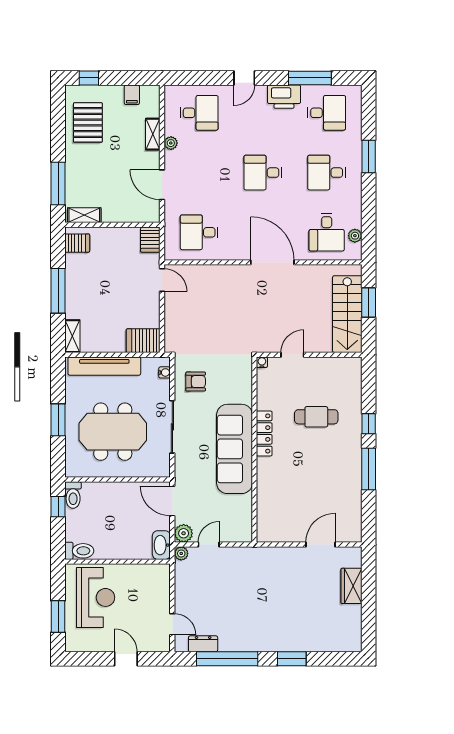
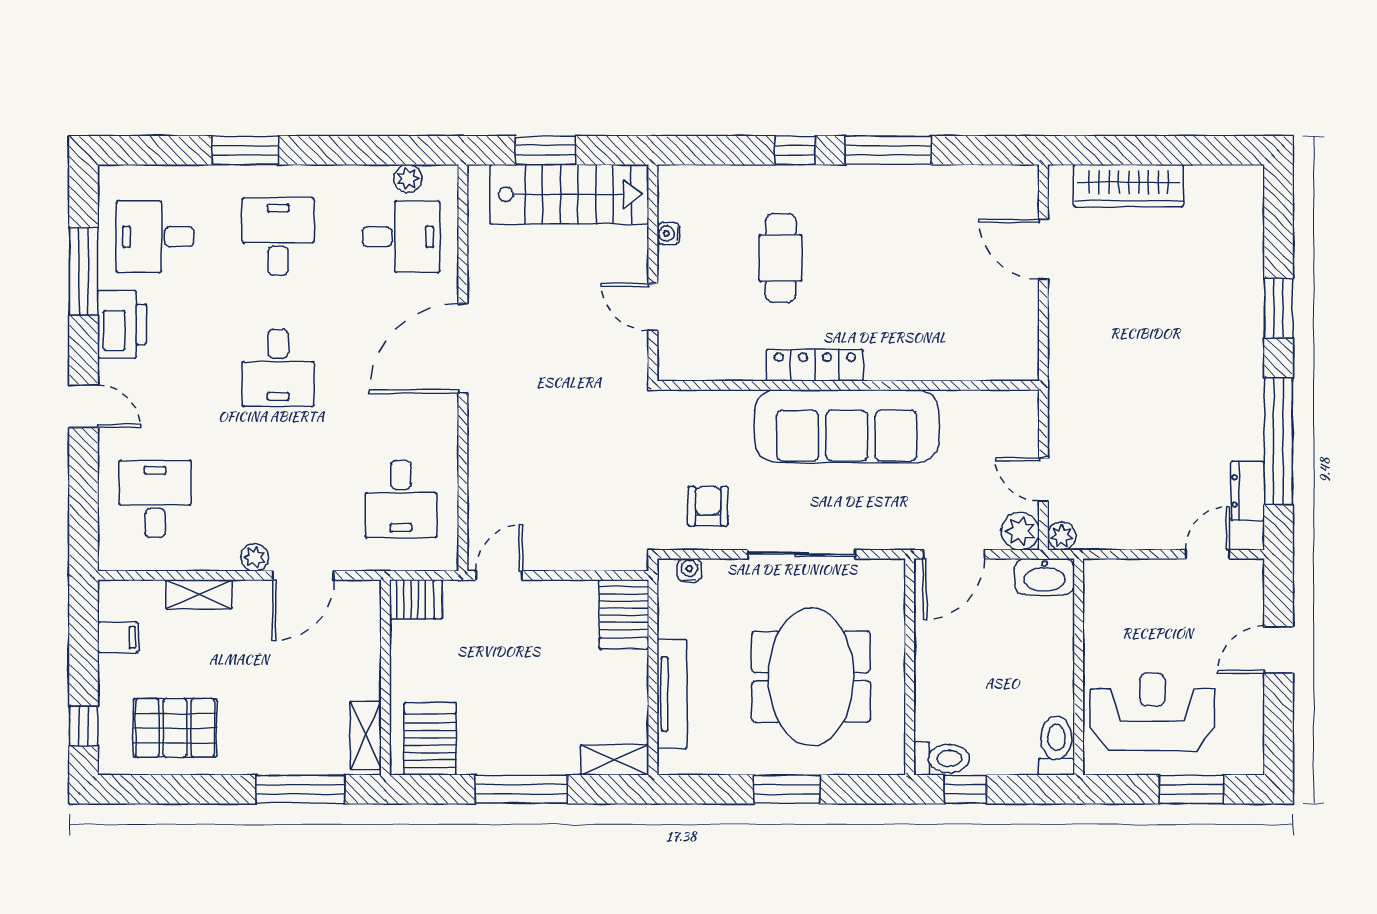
desk: (327, 113) -> (155, 237), turned -90
plant: (171, 143) -> (255, 557), moved
desk: (327, 173) -> (278, 237), turned 180
server rack: (77, 243) -> (430, 739), width x1.36, depth x1.44
water cooler: (262, 362) -> (668, 233), moved
tv unit: (104, 366) -> (672, 694), width x0.73, depth x0.78
wardrobe: (351, 586) -> (1129, 186), width x1.50

